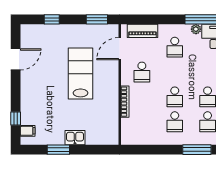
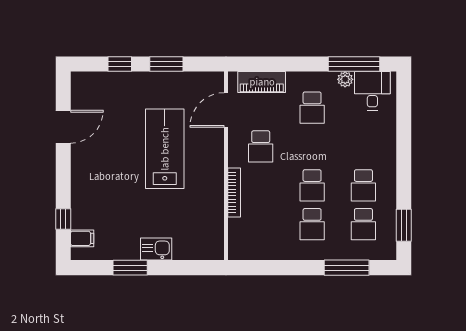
window: (97, 19) -> (166, 64), moved

